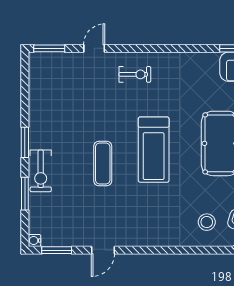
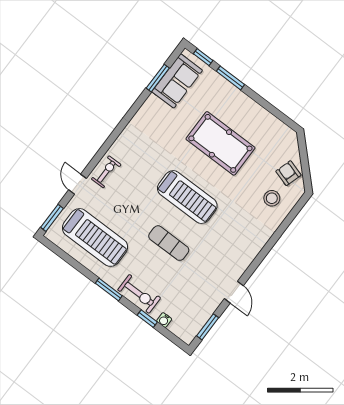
exercise bike: (135, 74) -> (106, 172), moved
treadmill: (60, 97) -> (95, 237), added
window: (25, 194) -> (147, 319), width x0.67
water cooler: (35, 240) -> (164, 320), moved

